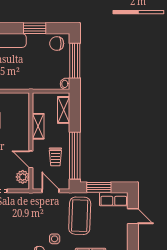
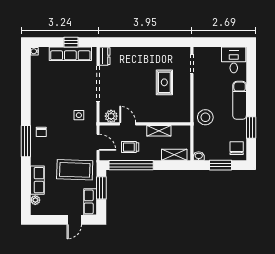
window: (75, 61) -> (221, 165), width x0.69
stool: (24, 77) -> (205, 117), added
door: (31, 159) -> (128, 124), hinge flipped
door: (50, 191) -> (98, 142), hinge flipped
side table: (55, 239) -> (79, 115), moved

